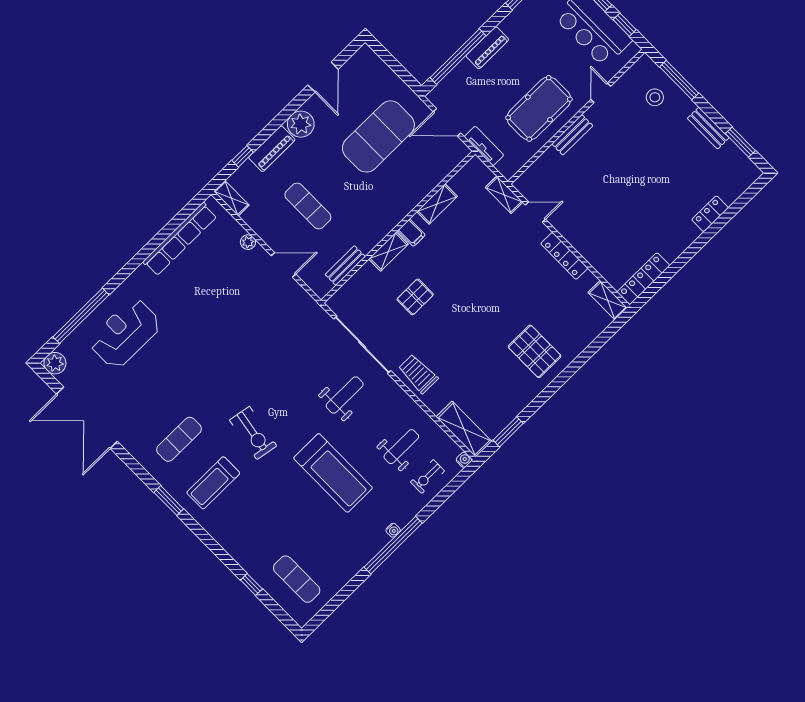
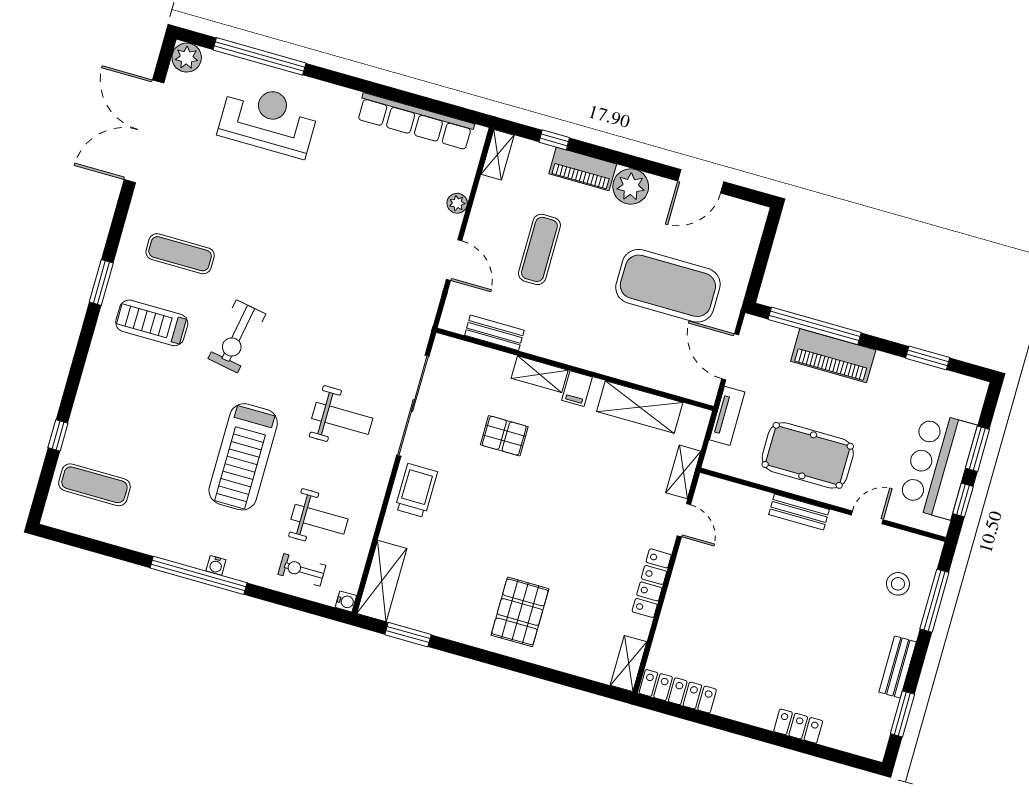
piano: (487, 48) -> (833, 356), width x1.37, depth x1.33
shelving: (437, 204) -> (640, 407), width x1.50, depth x1.33
exercise mat: (297, 579) -> (94, 485), turned 90

